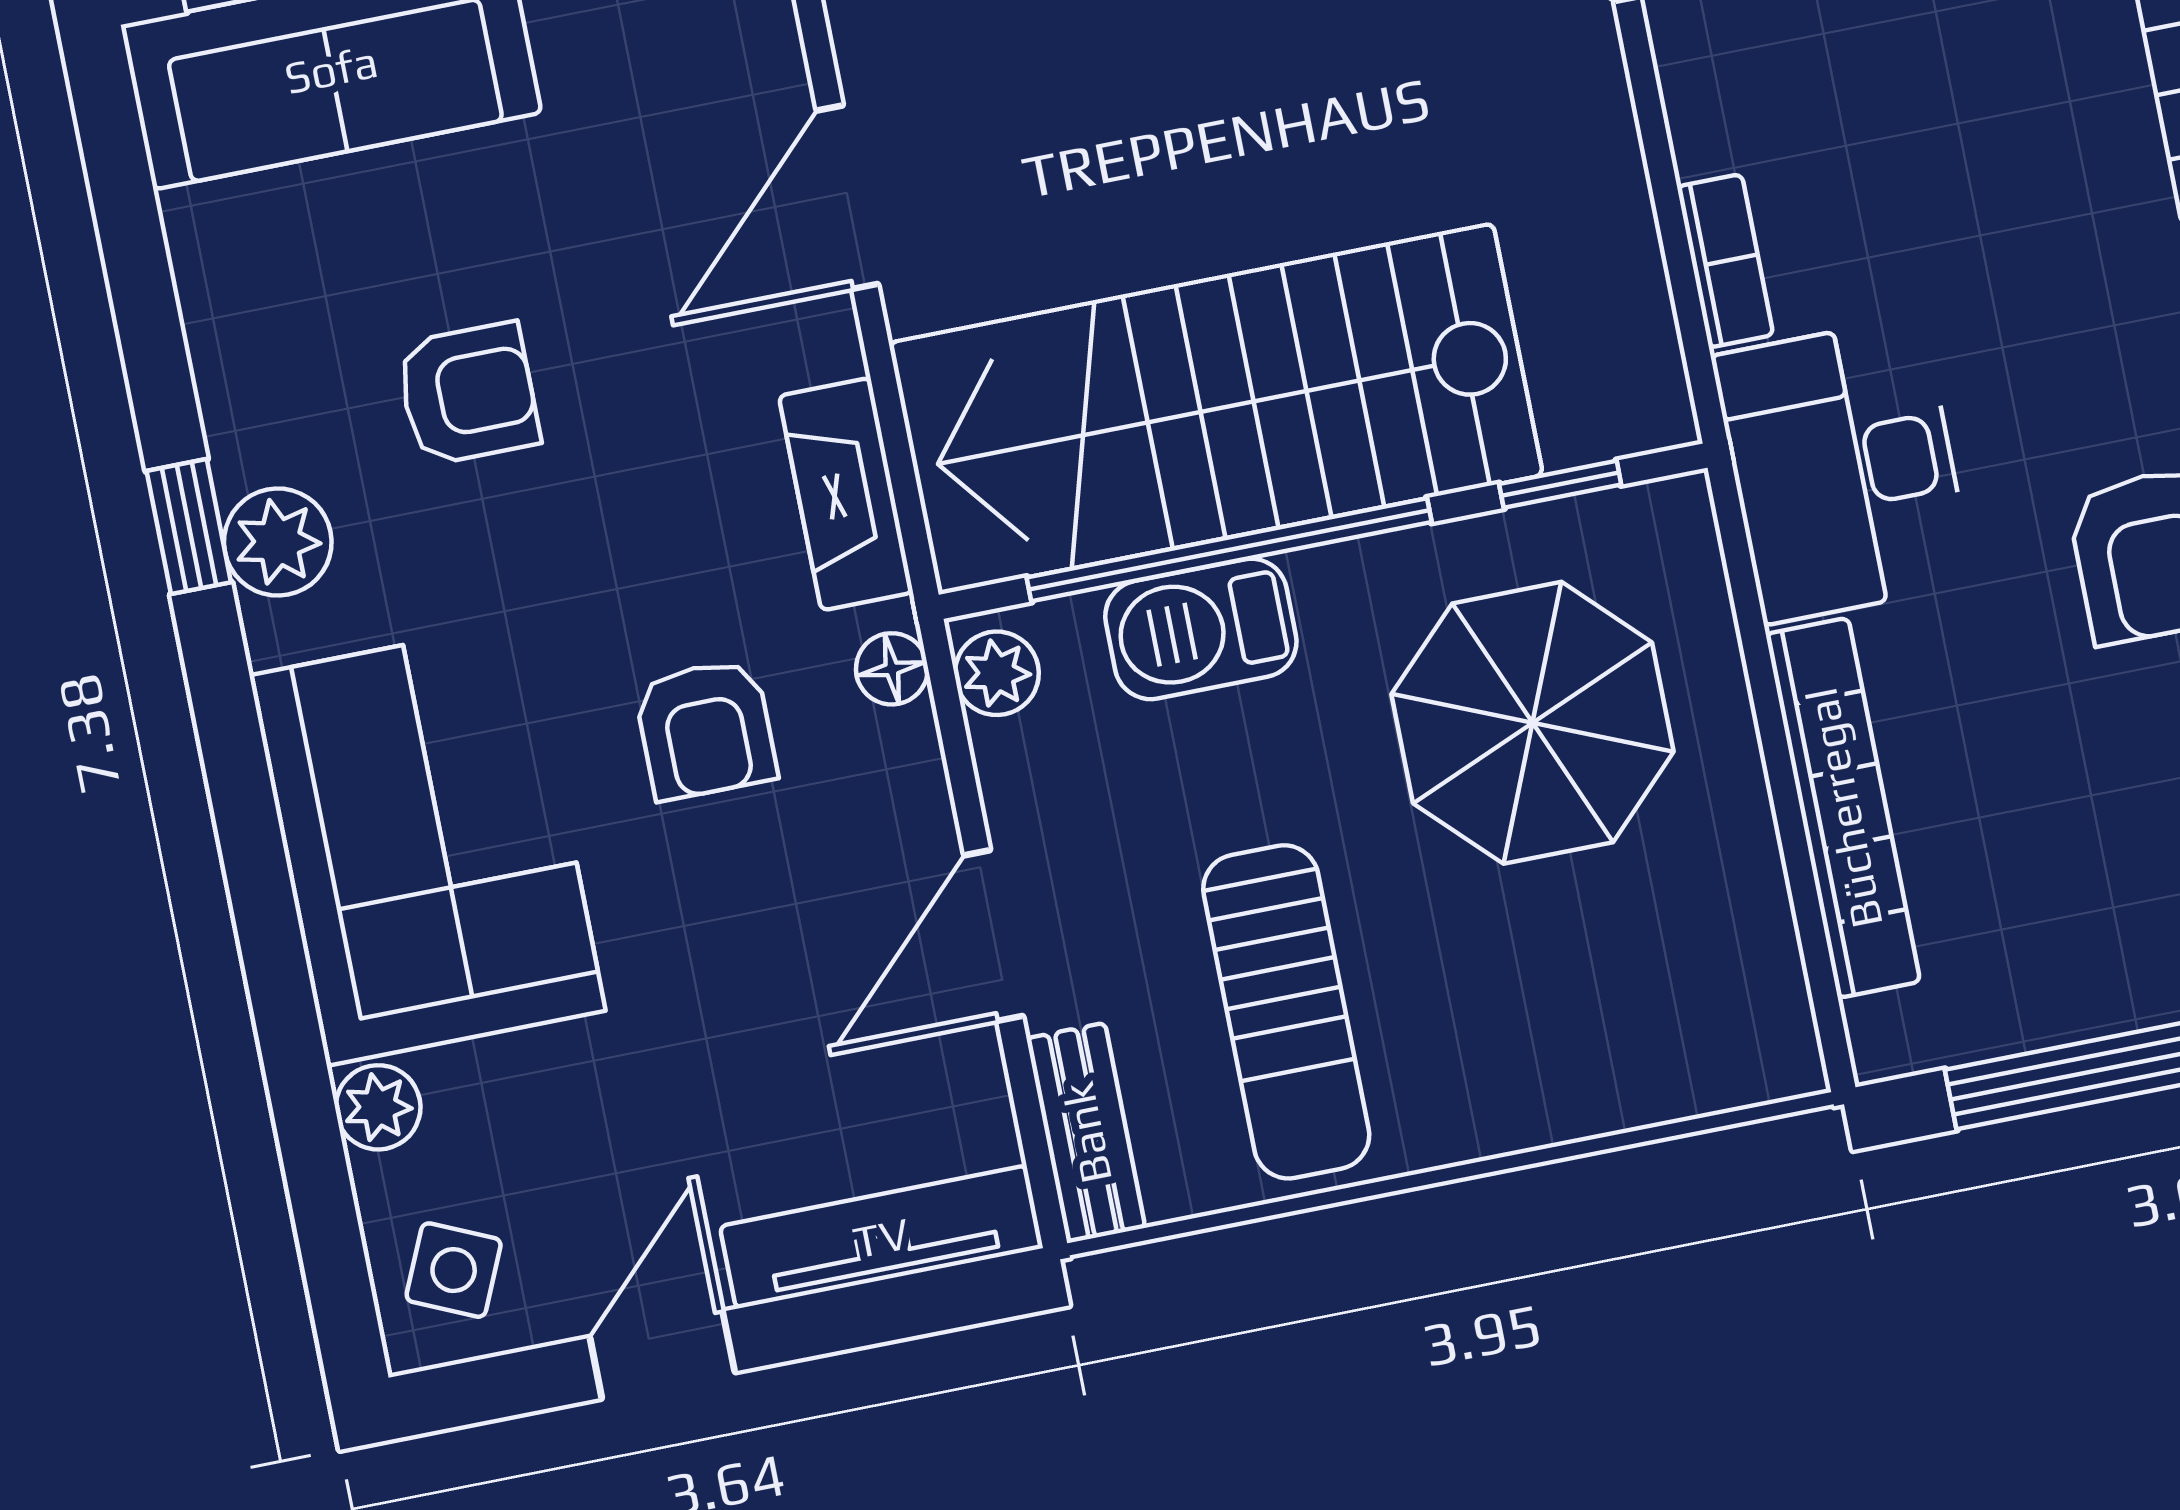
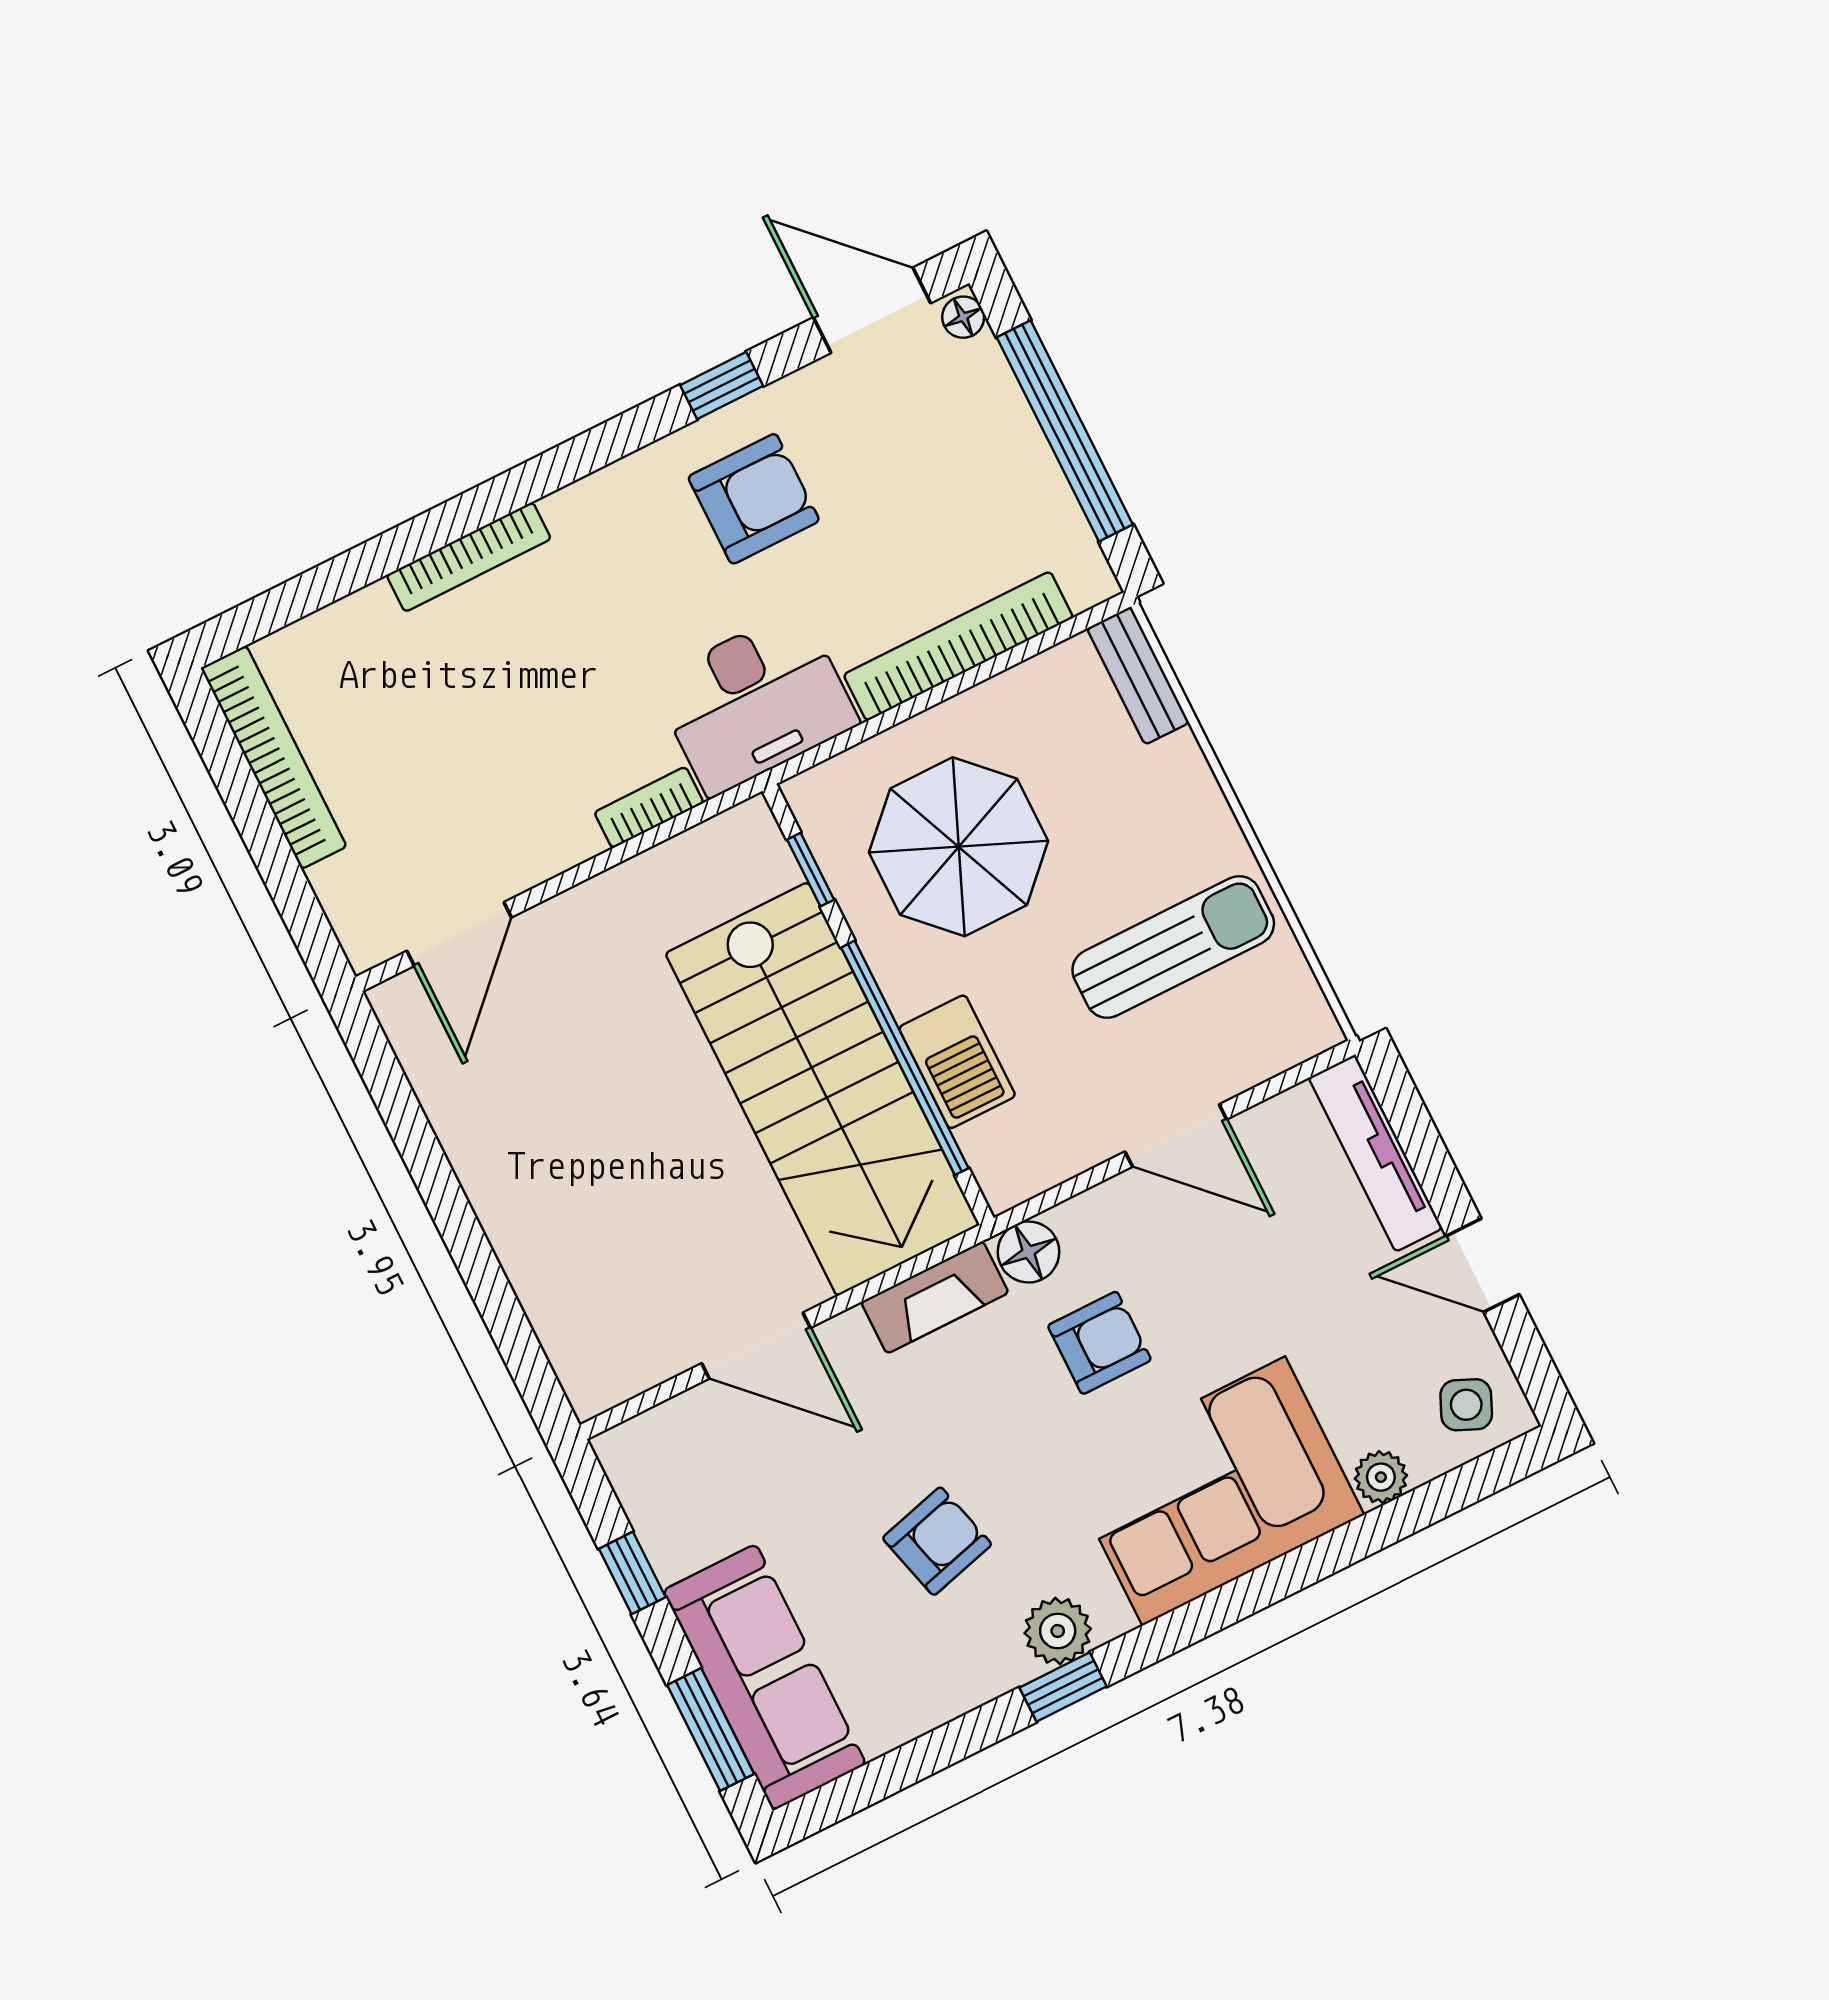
armchair: (468, 394) -> (937, 1541), turned 75
floor lamp: (892, 669) -> (1029, 1252), width x1.37, depth x1.37
plant: (997, 673) -> (1018, 1177), removed
bench: (1086, 1133) -> (1138, 676), moved, turned 90

